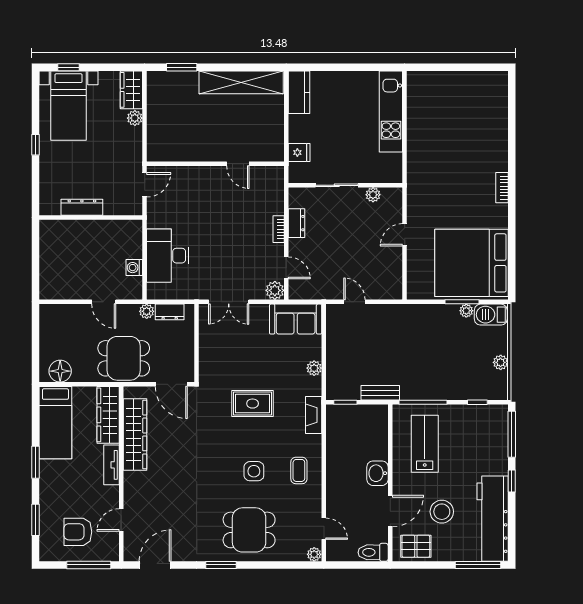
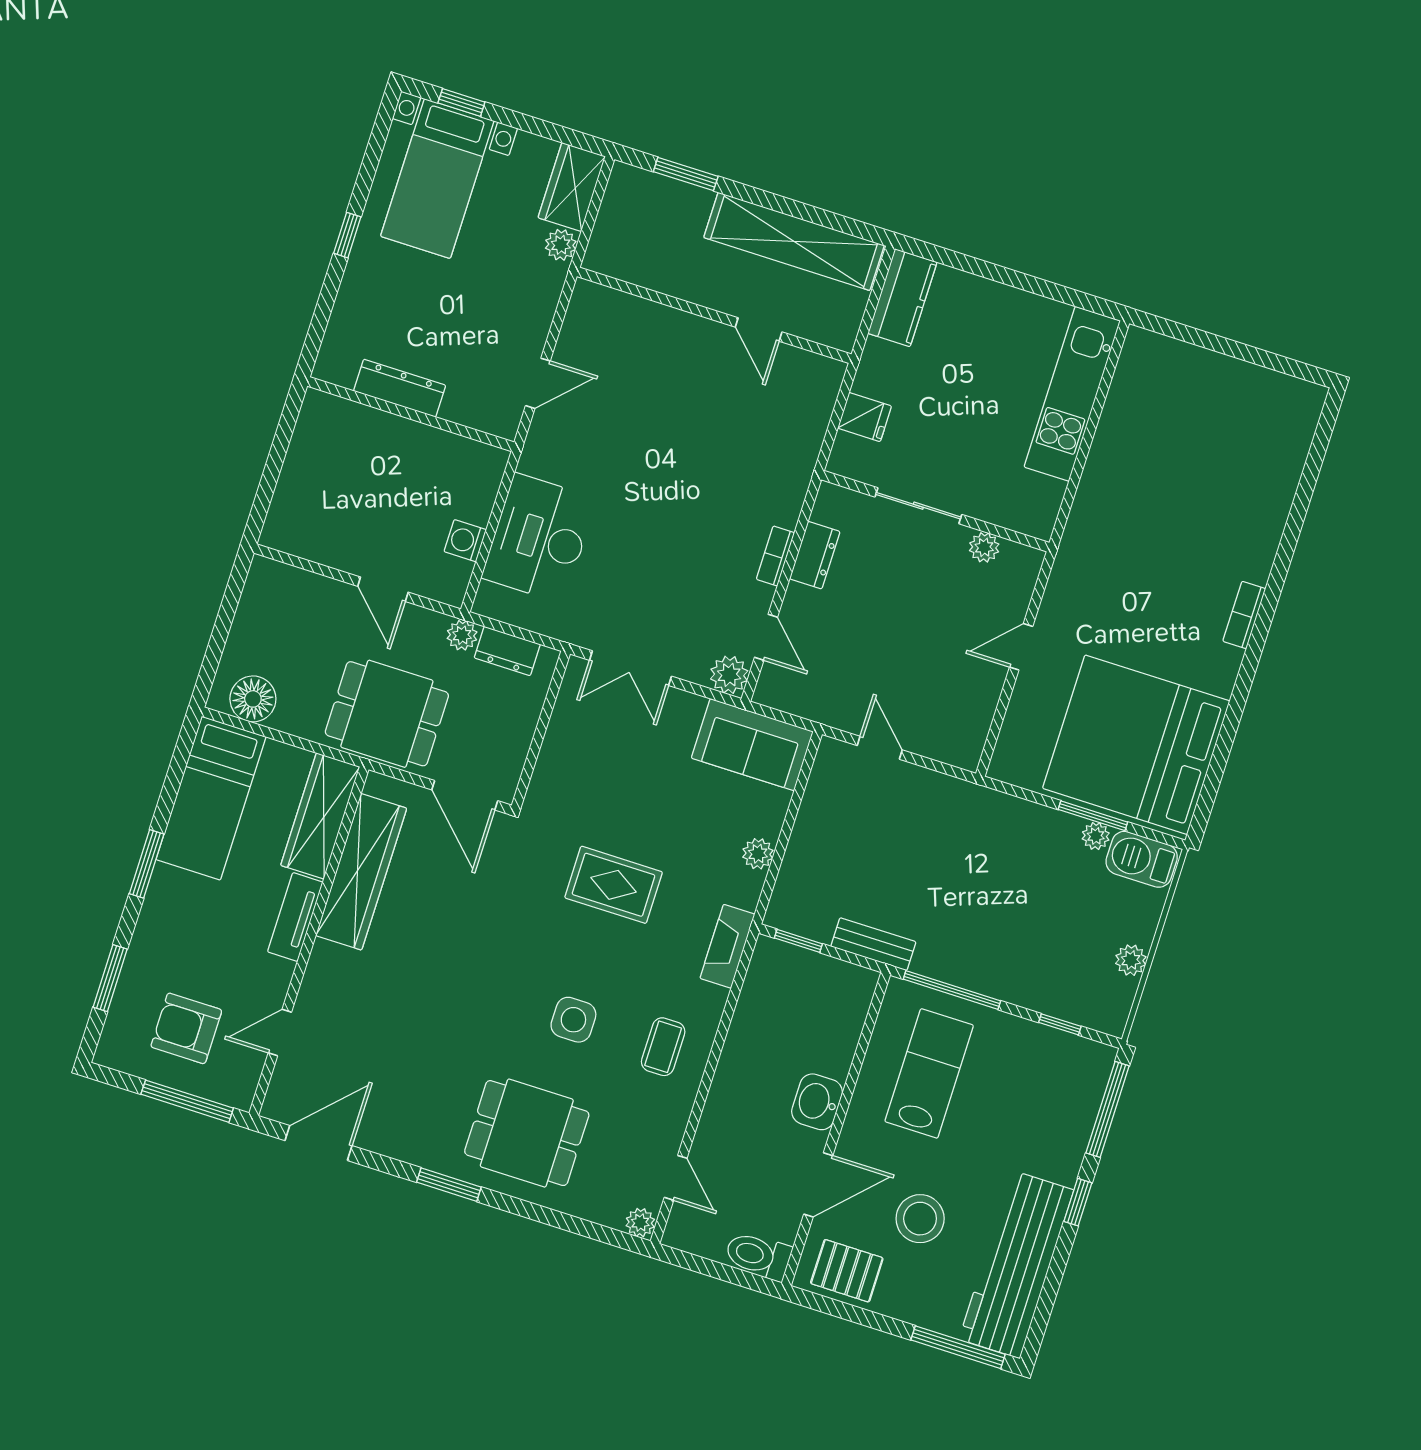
wall: (215, 164) -> (714, 315), moved
door: (238, 164) -> (759, 330), moved

